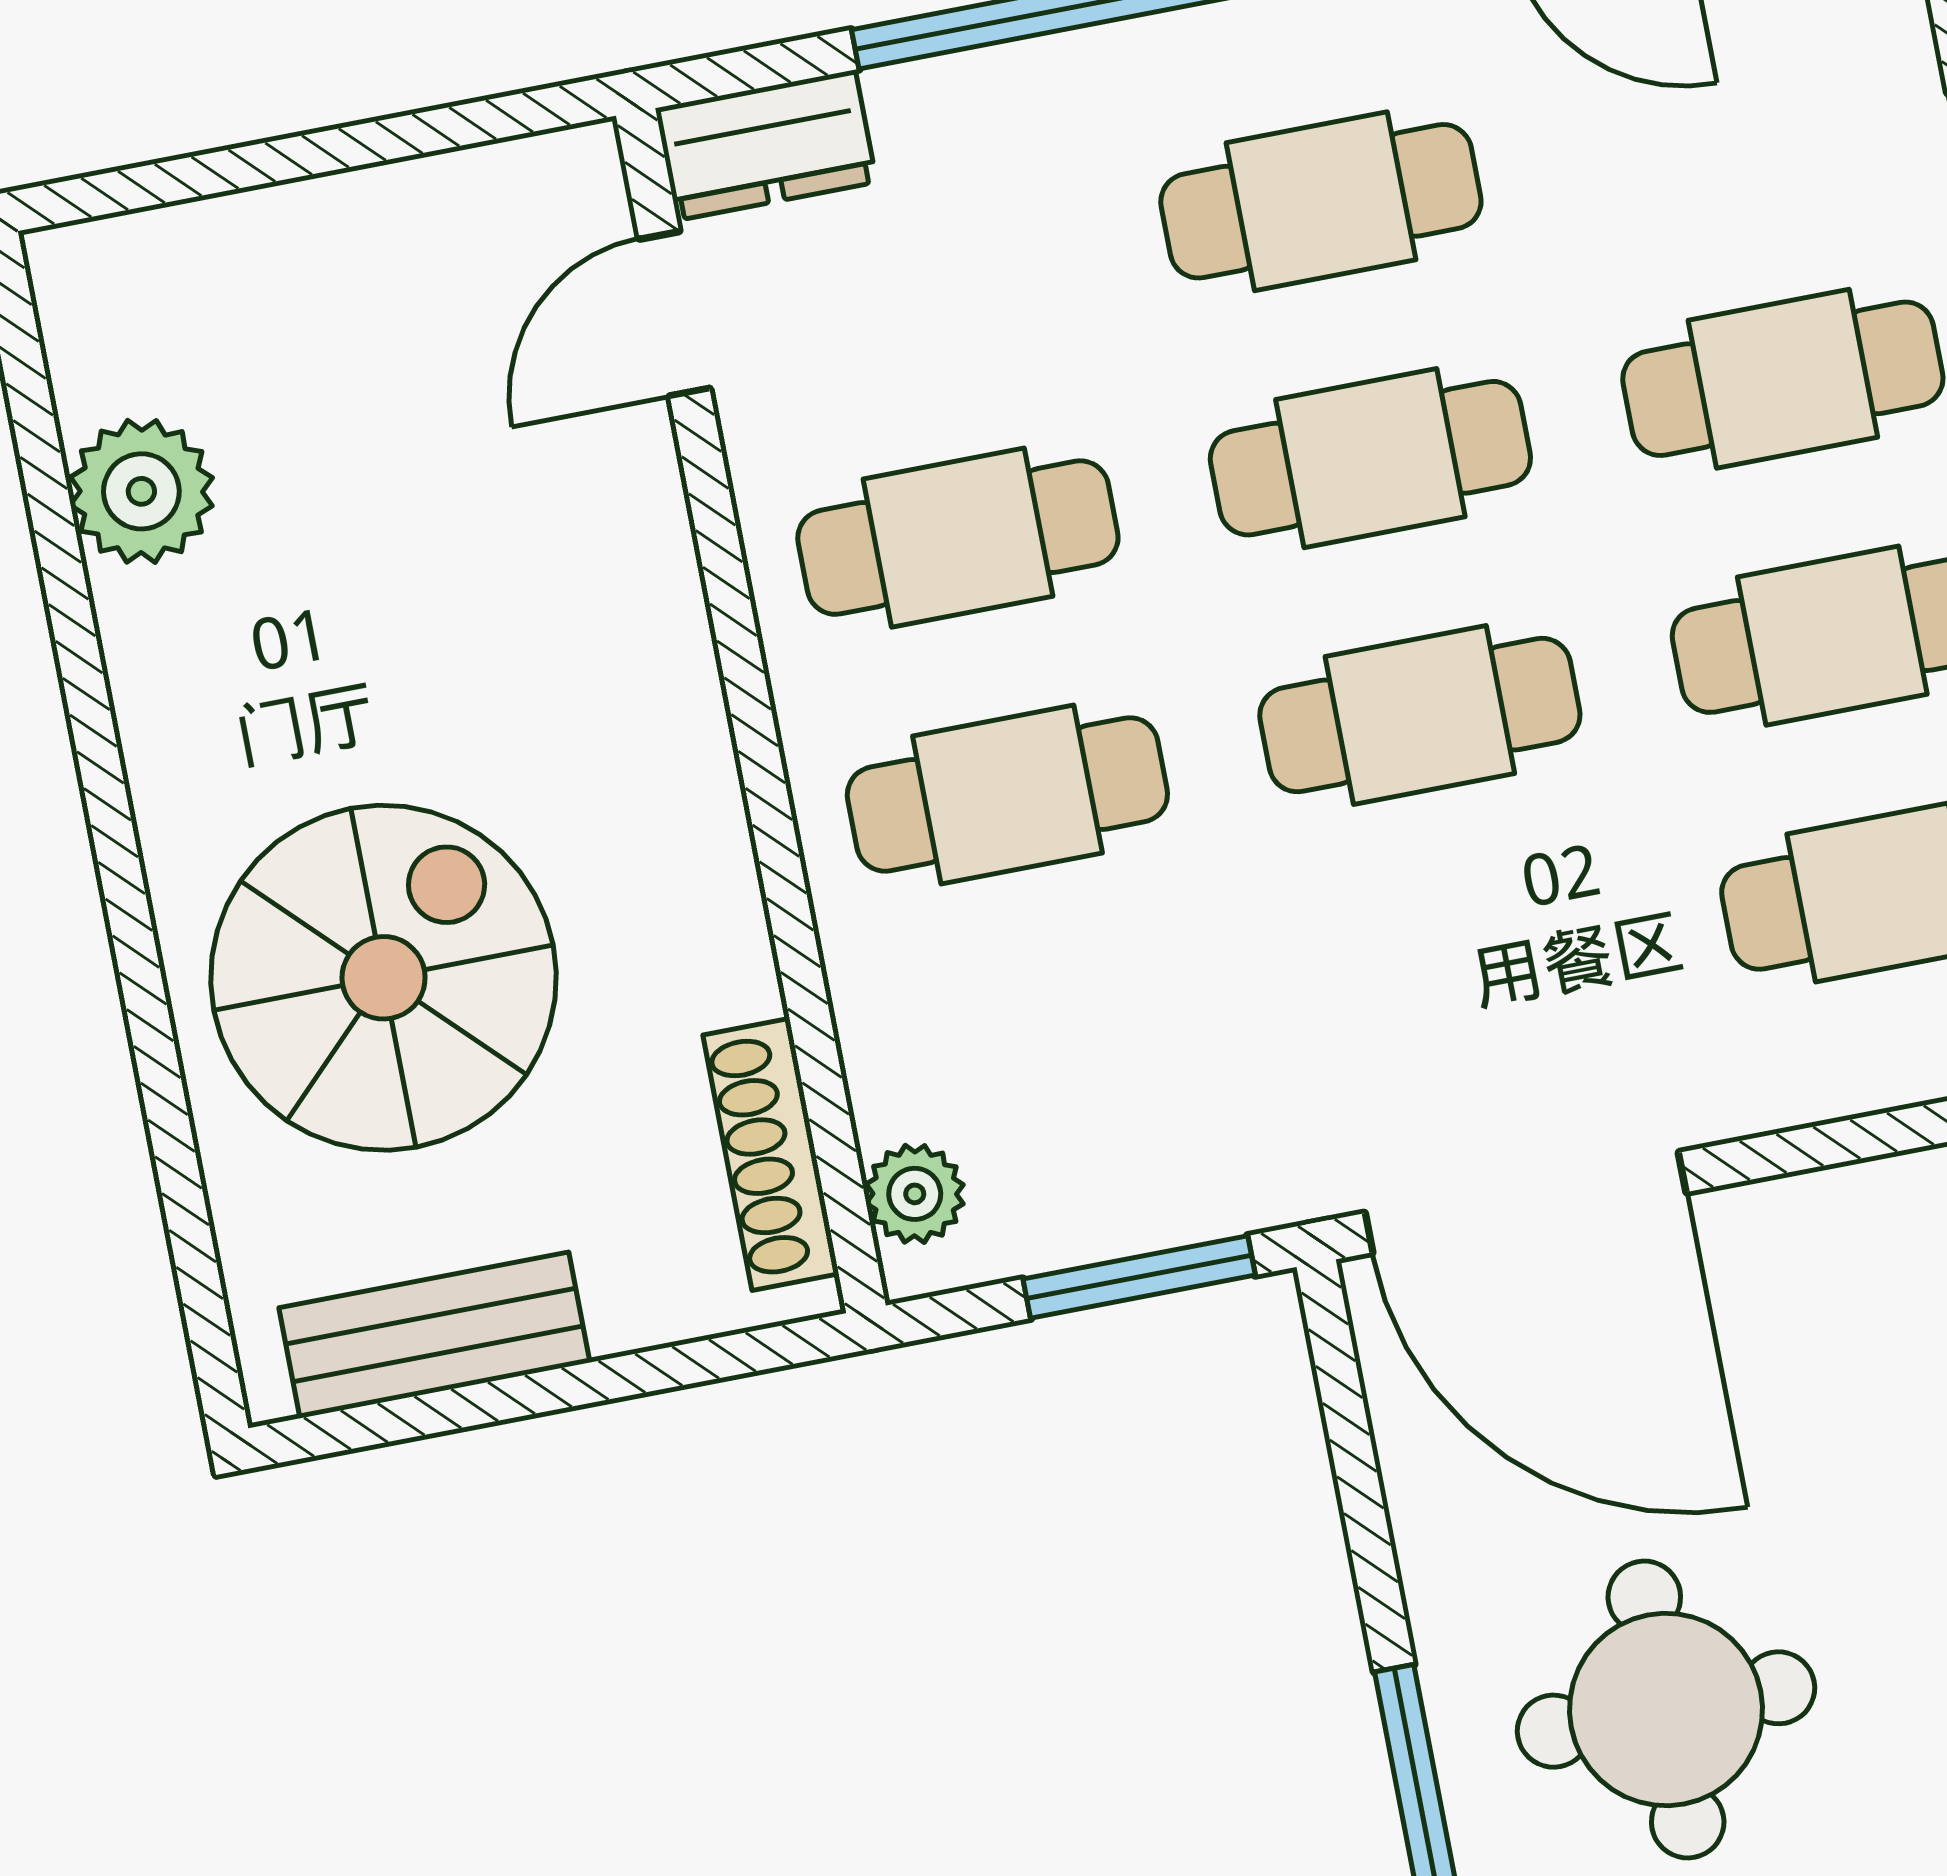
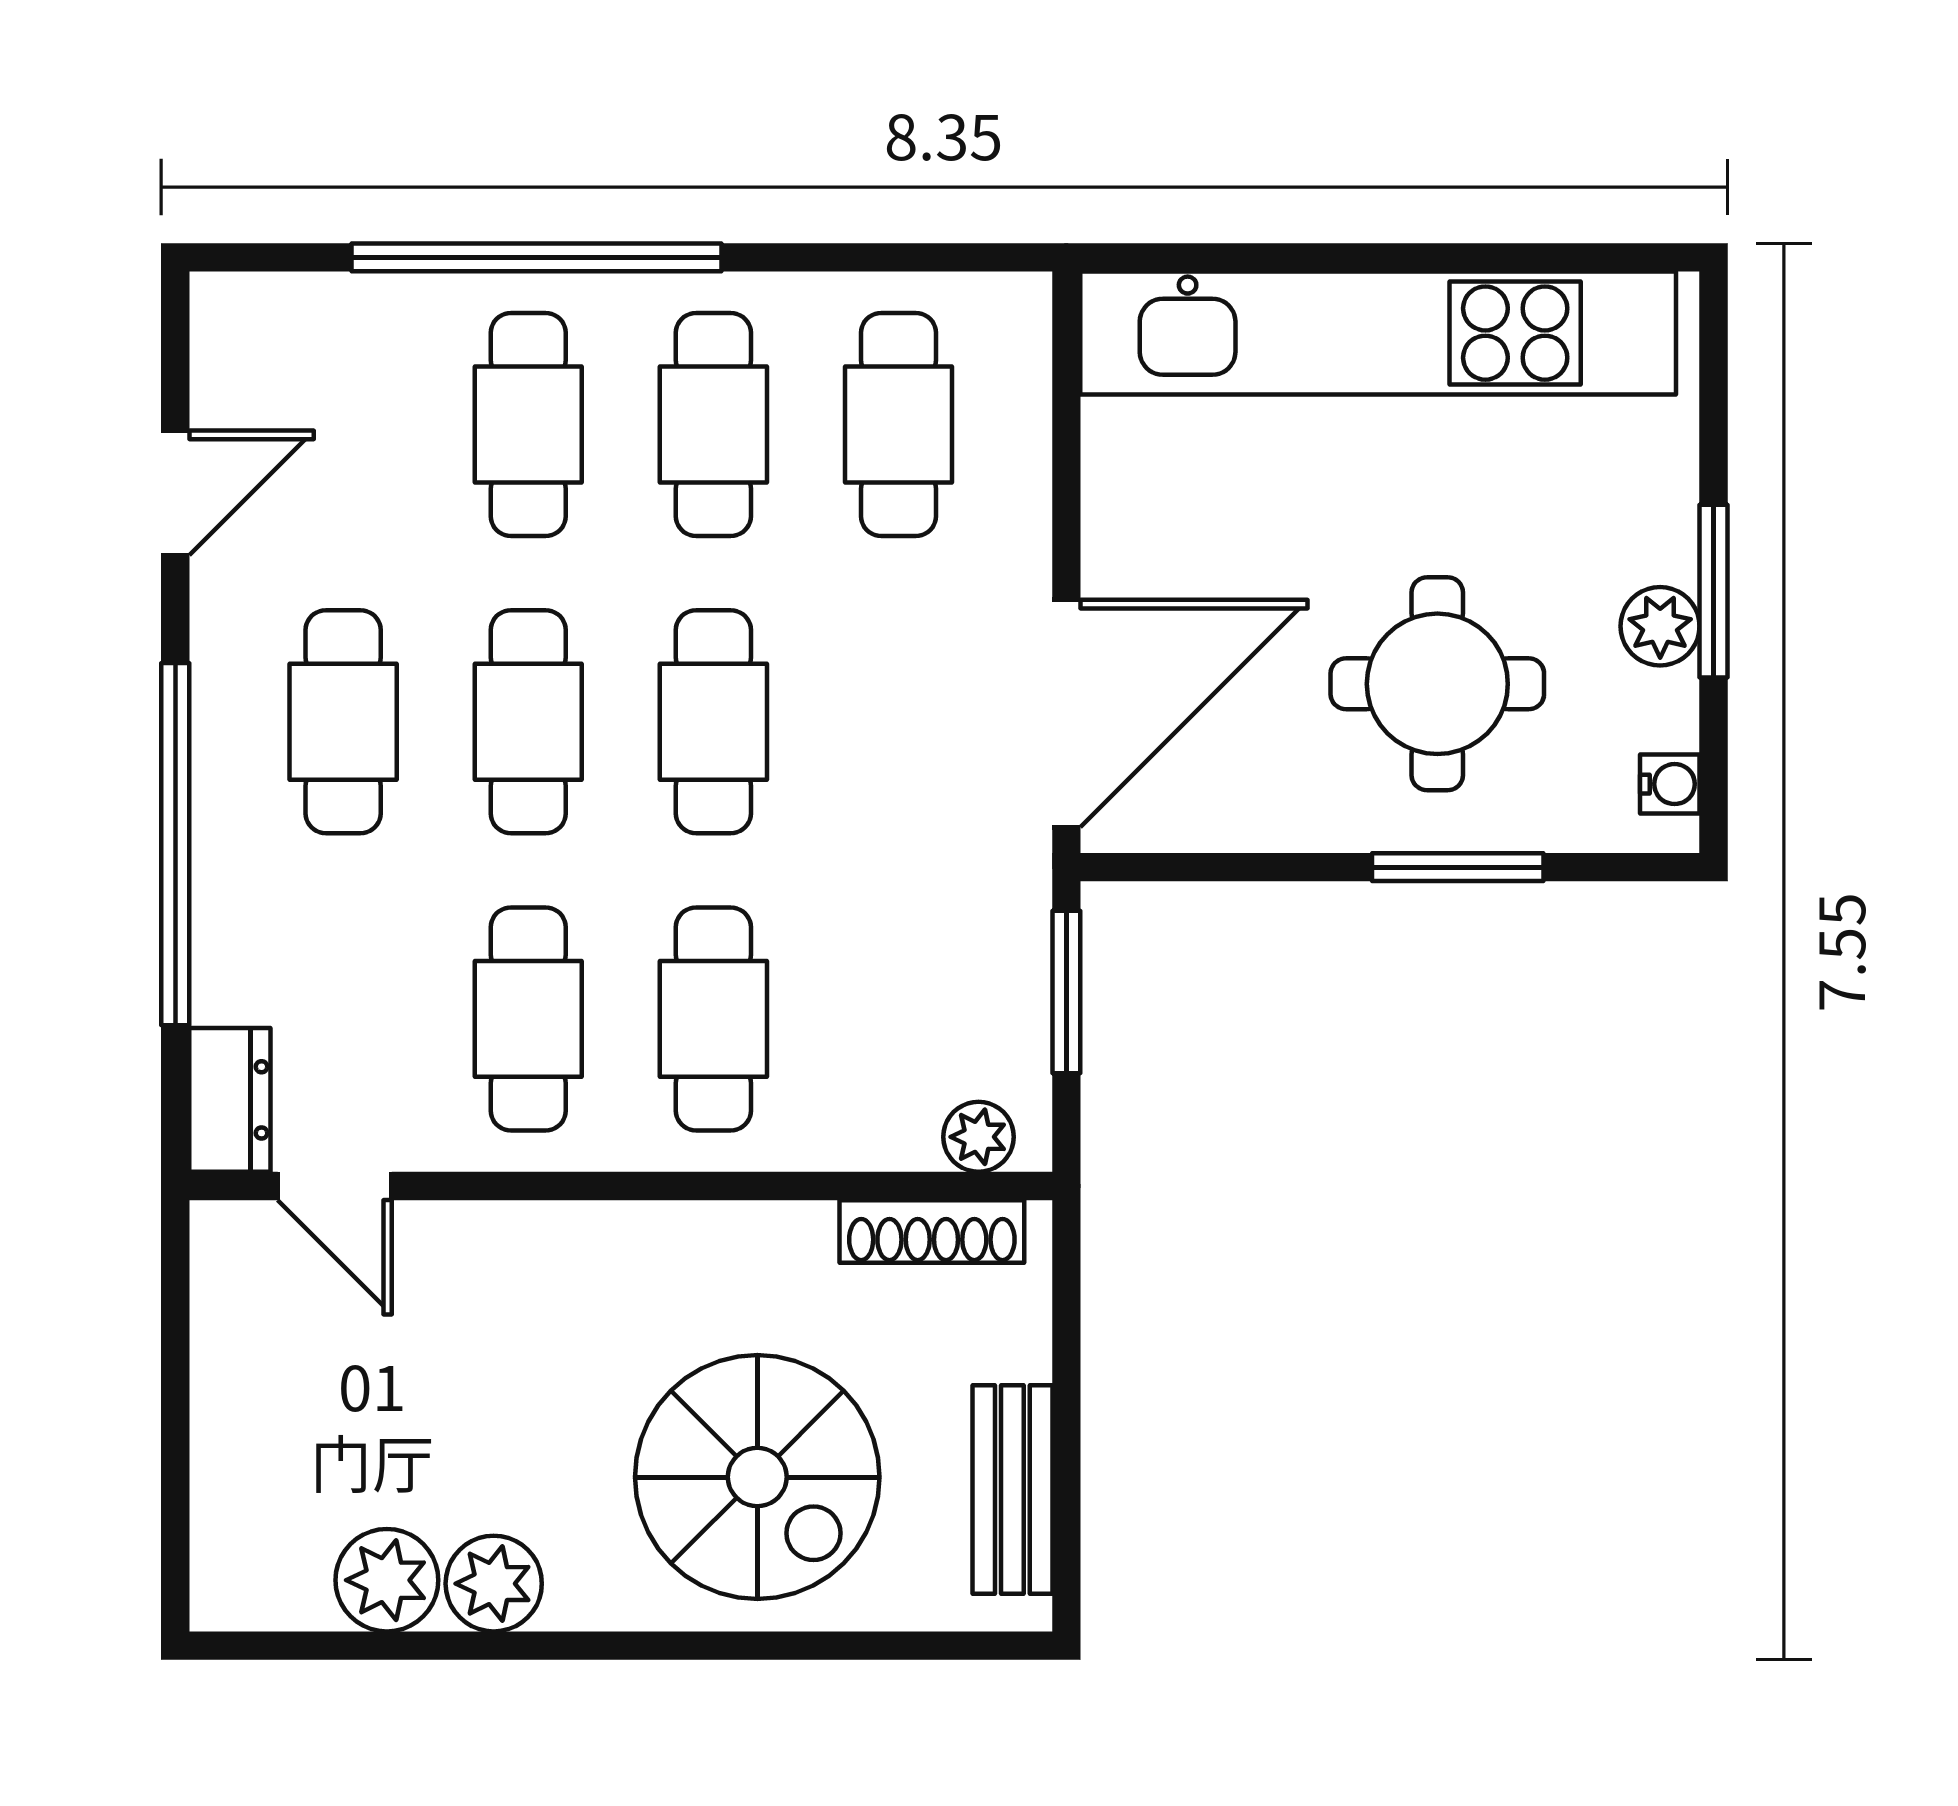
plant: (165, 641) -> (494, 1584), added
spiral stairs: (384, 978) -> (757, 1477), turned 180

